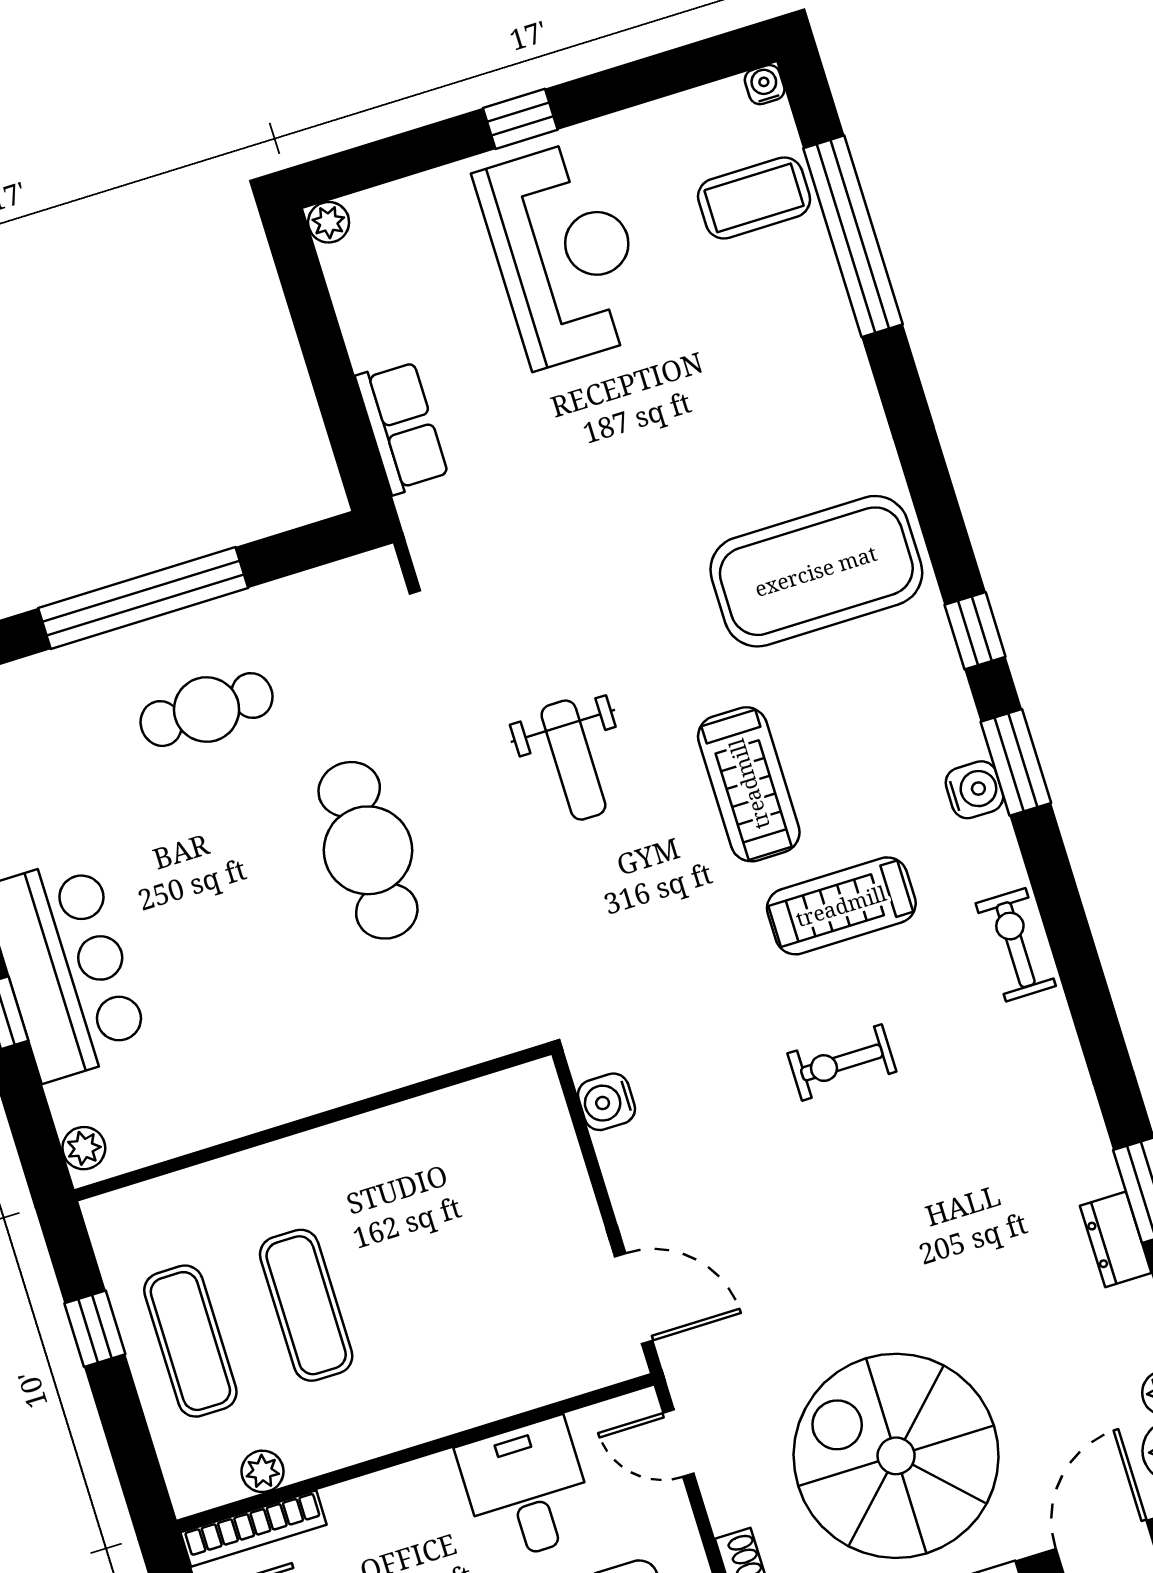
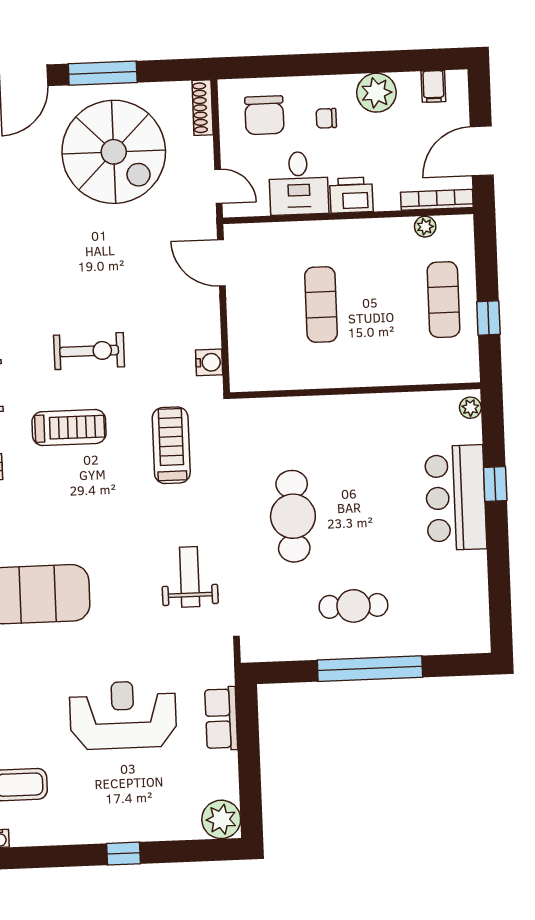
plant: (329, 222) -> (221, 819), width x1.88, depth x1.88
reception desk: (564, 253) -> (123, 715), moved, turned 90
weight bench: (573, 760) -> (190, 577), moved
treadmill: (749, 784) -> (171, 445), moved
exercise bike: (842, 1062) -> (89, 351), width x1.38, depth x1.39
exercise mat: (306, 1305) -> (321, 305), moved
printer: (420, 1494) -> (351, 195), added

